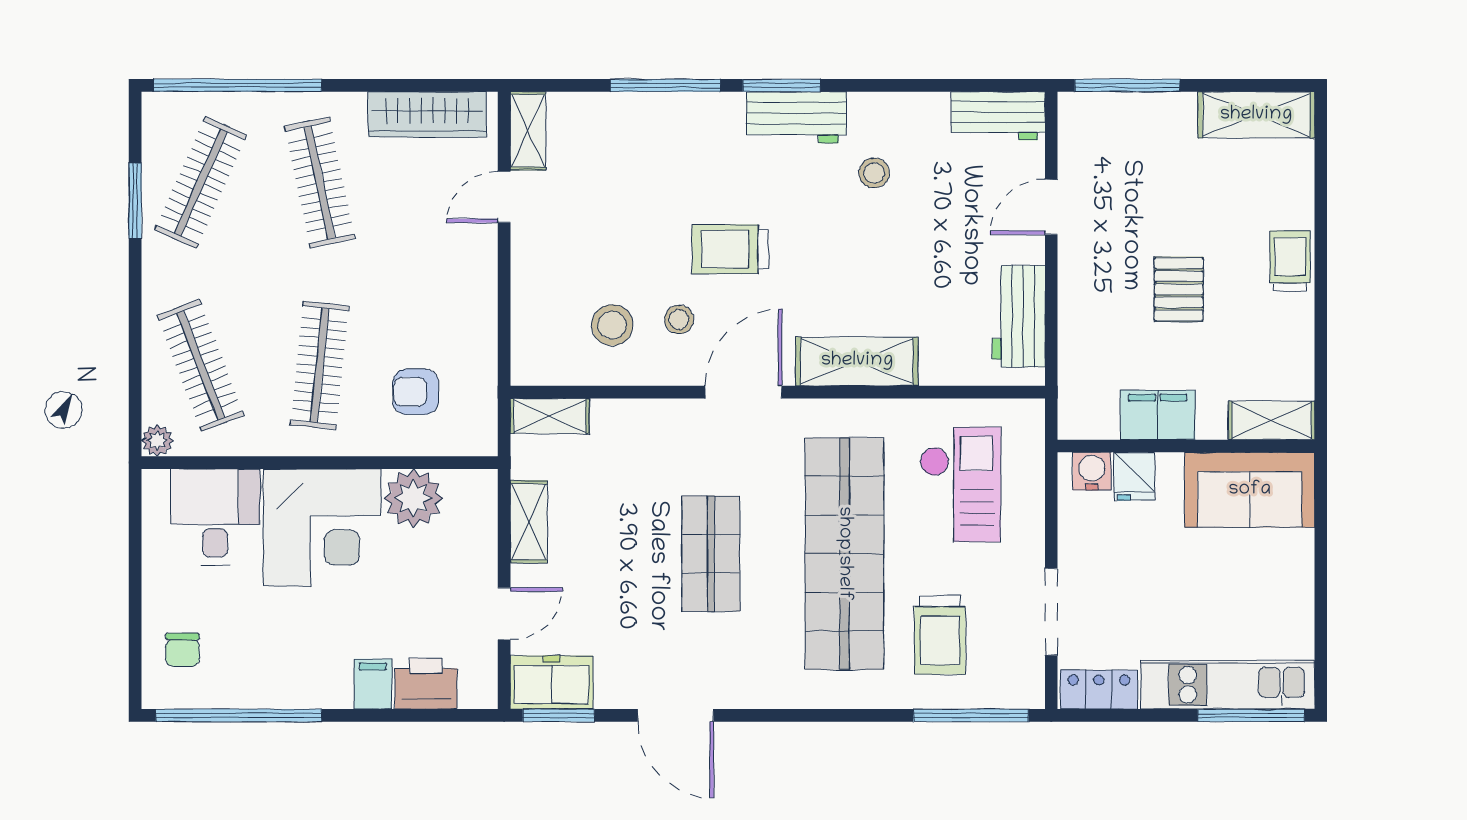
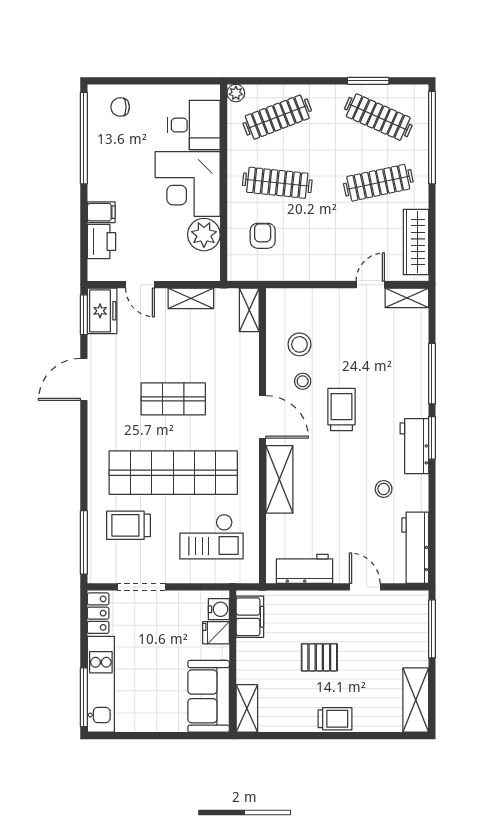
workbench: (998, 116) -> (415, 548), width x1.38
door: (504, 197) -> (370, 285), hinge flipped
filing cabinet: (1158, 415) -> (250, 617), moved

